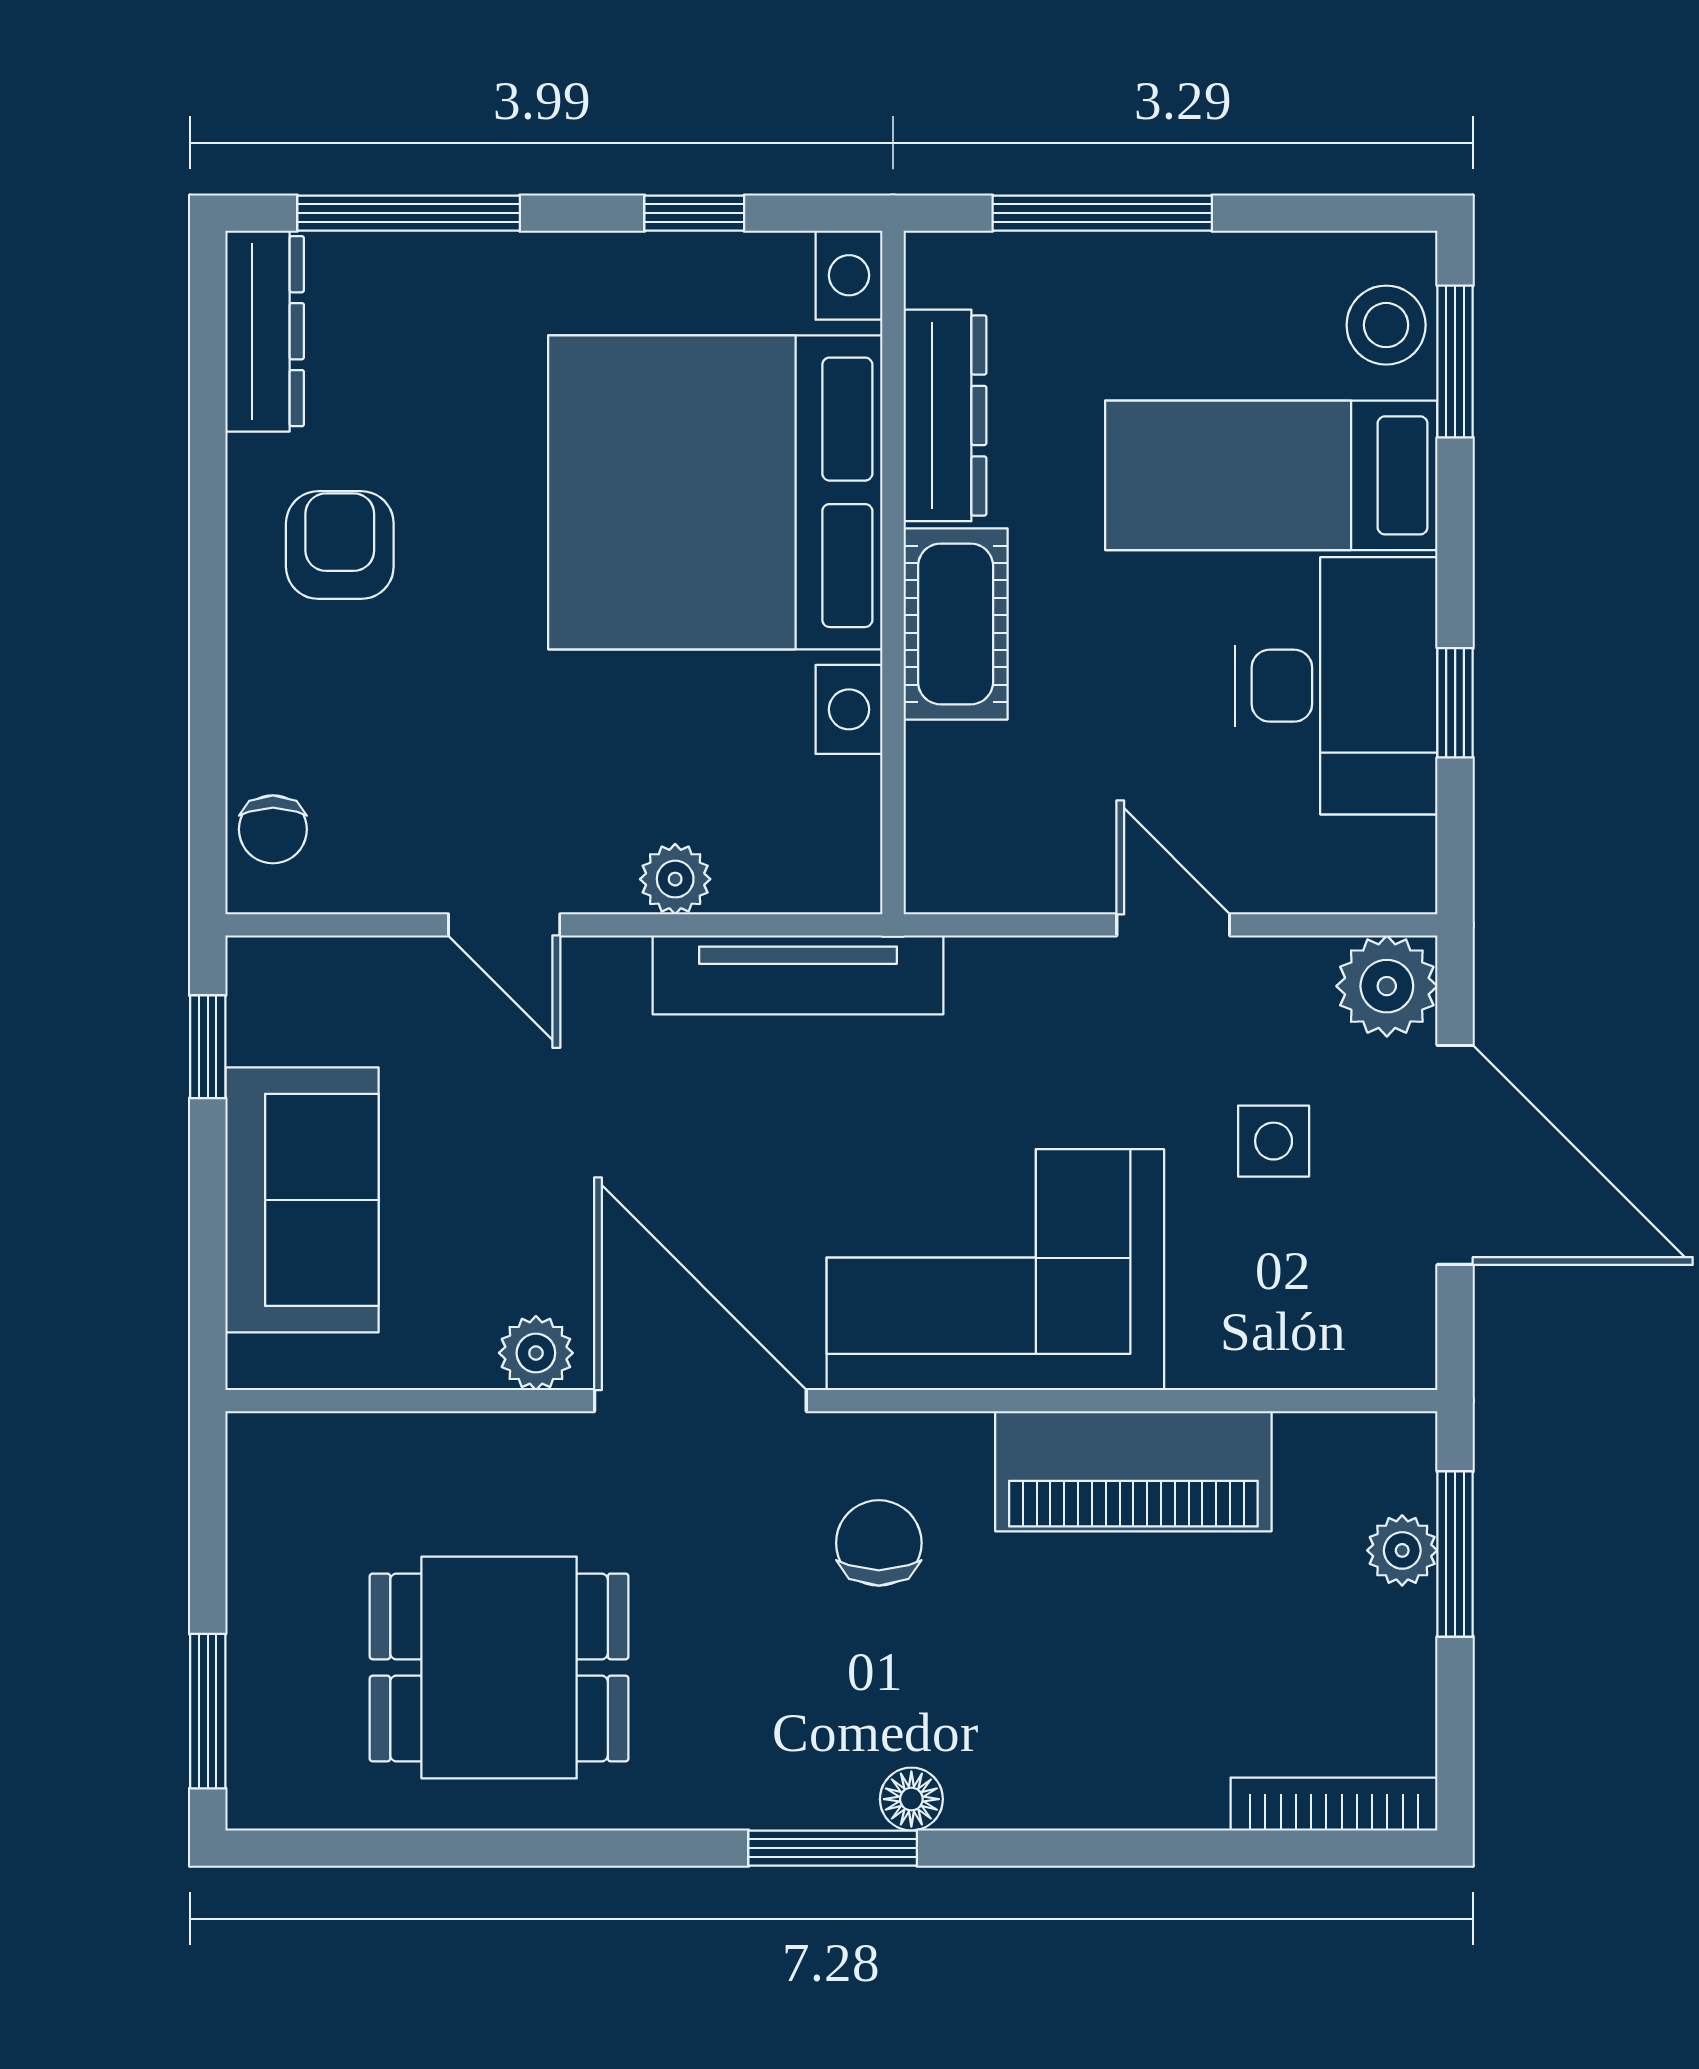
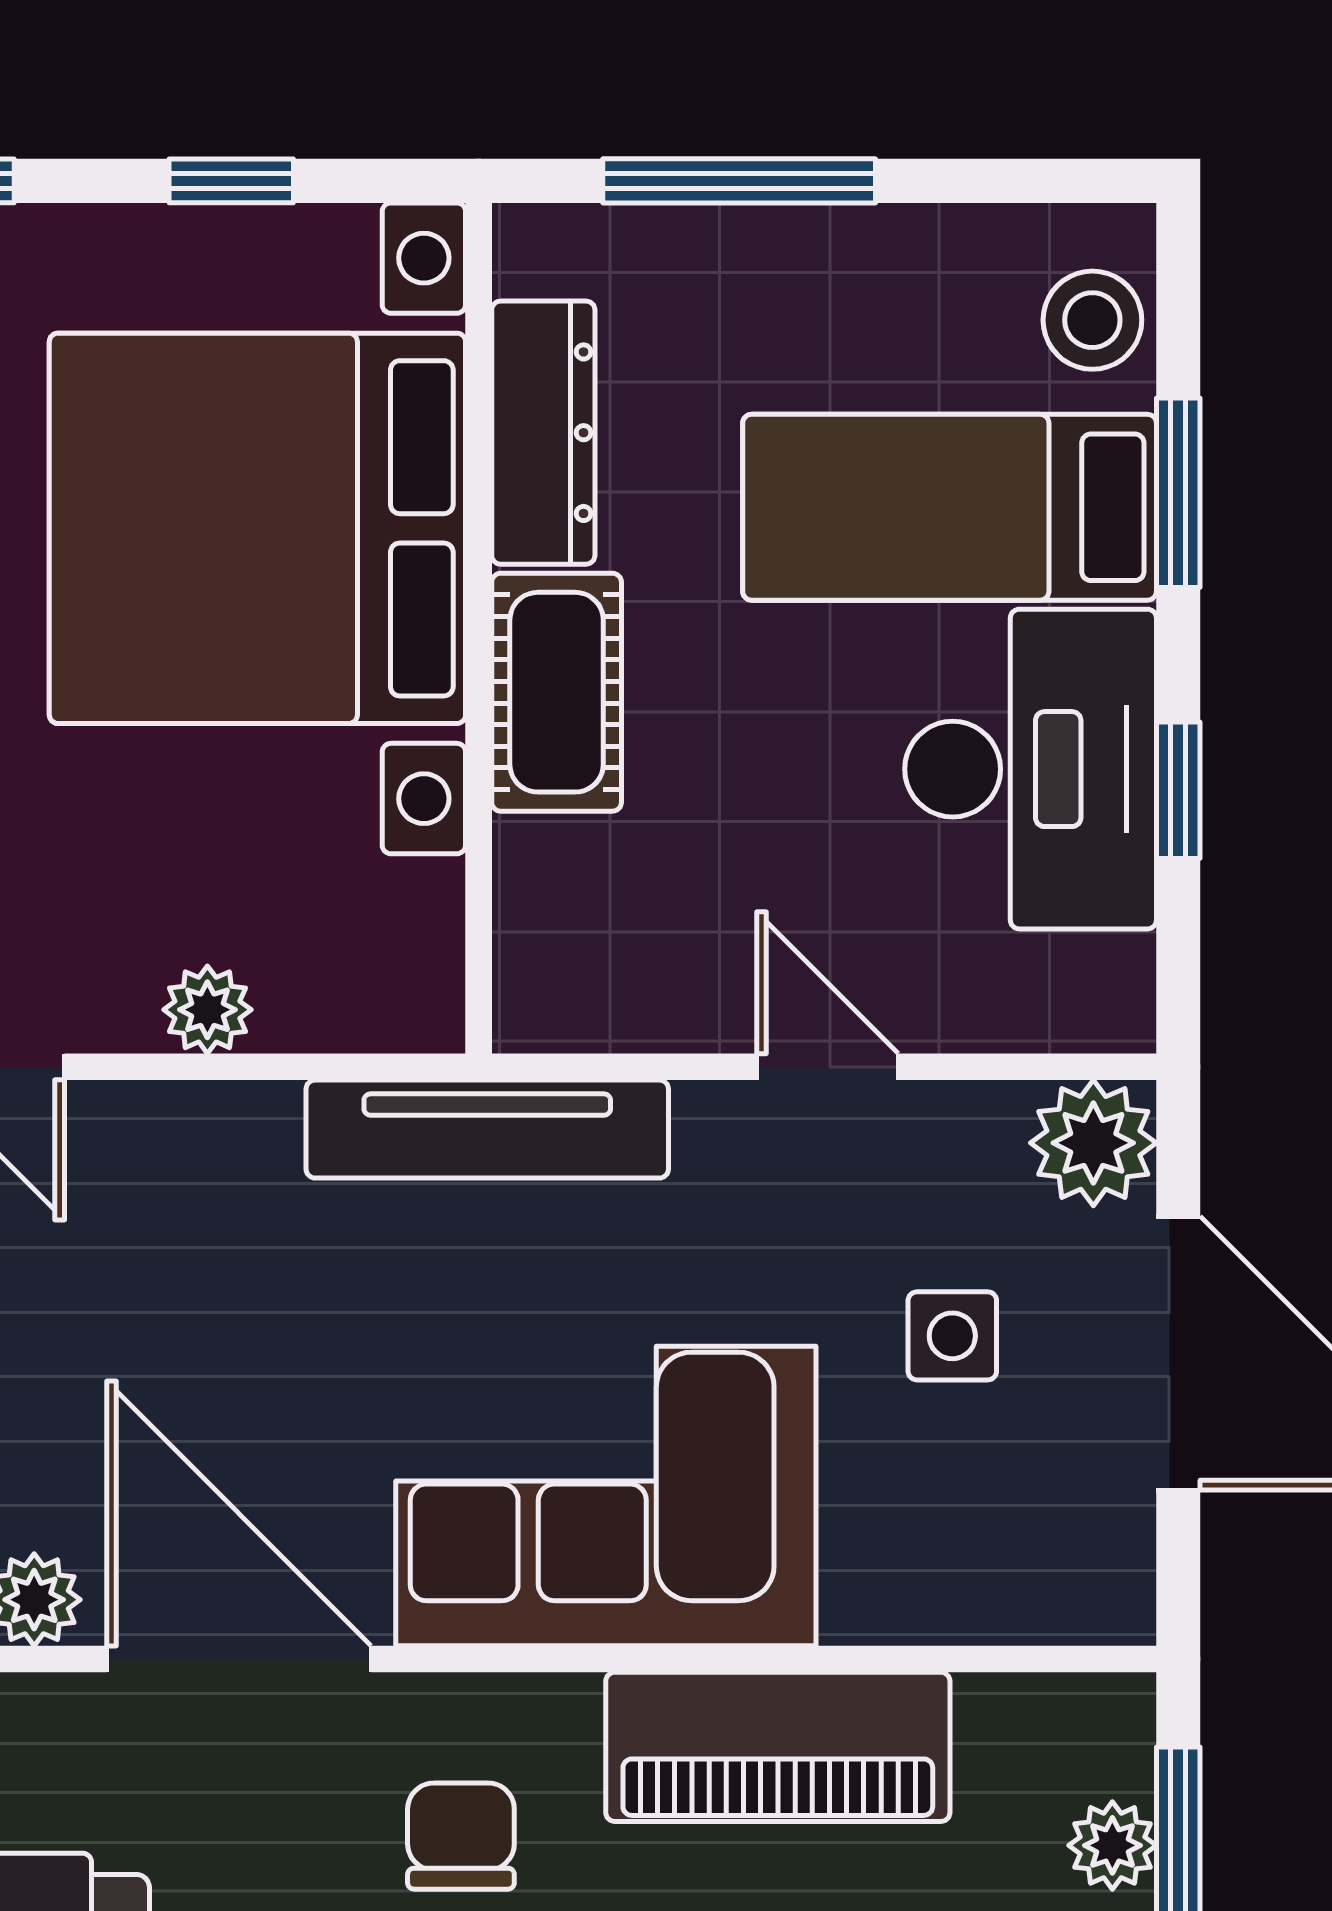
window: (1455, 362) -> (1178, 493), moved
tv unit: (798, 975) -> (487, 1129), moved

